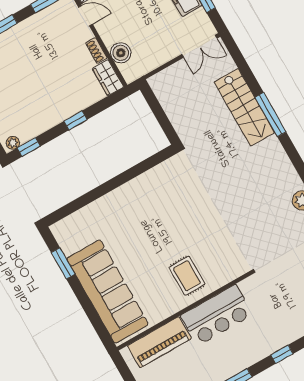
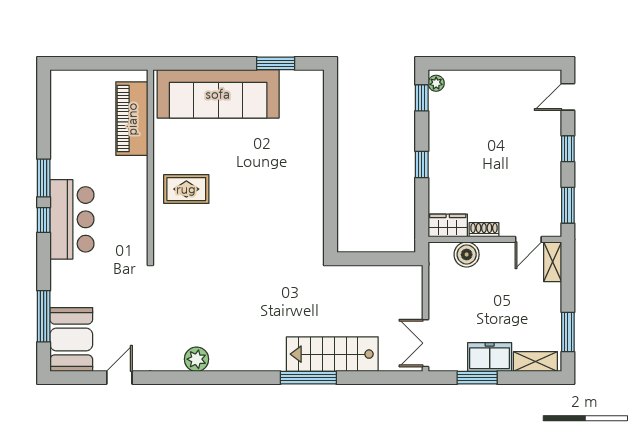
bar counter: (217, 315) -> (72, 219), moved, turned 180
window: (282, 354) -> (44, 220), moved

